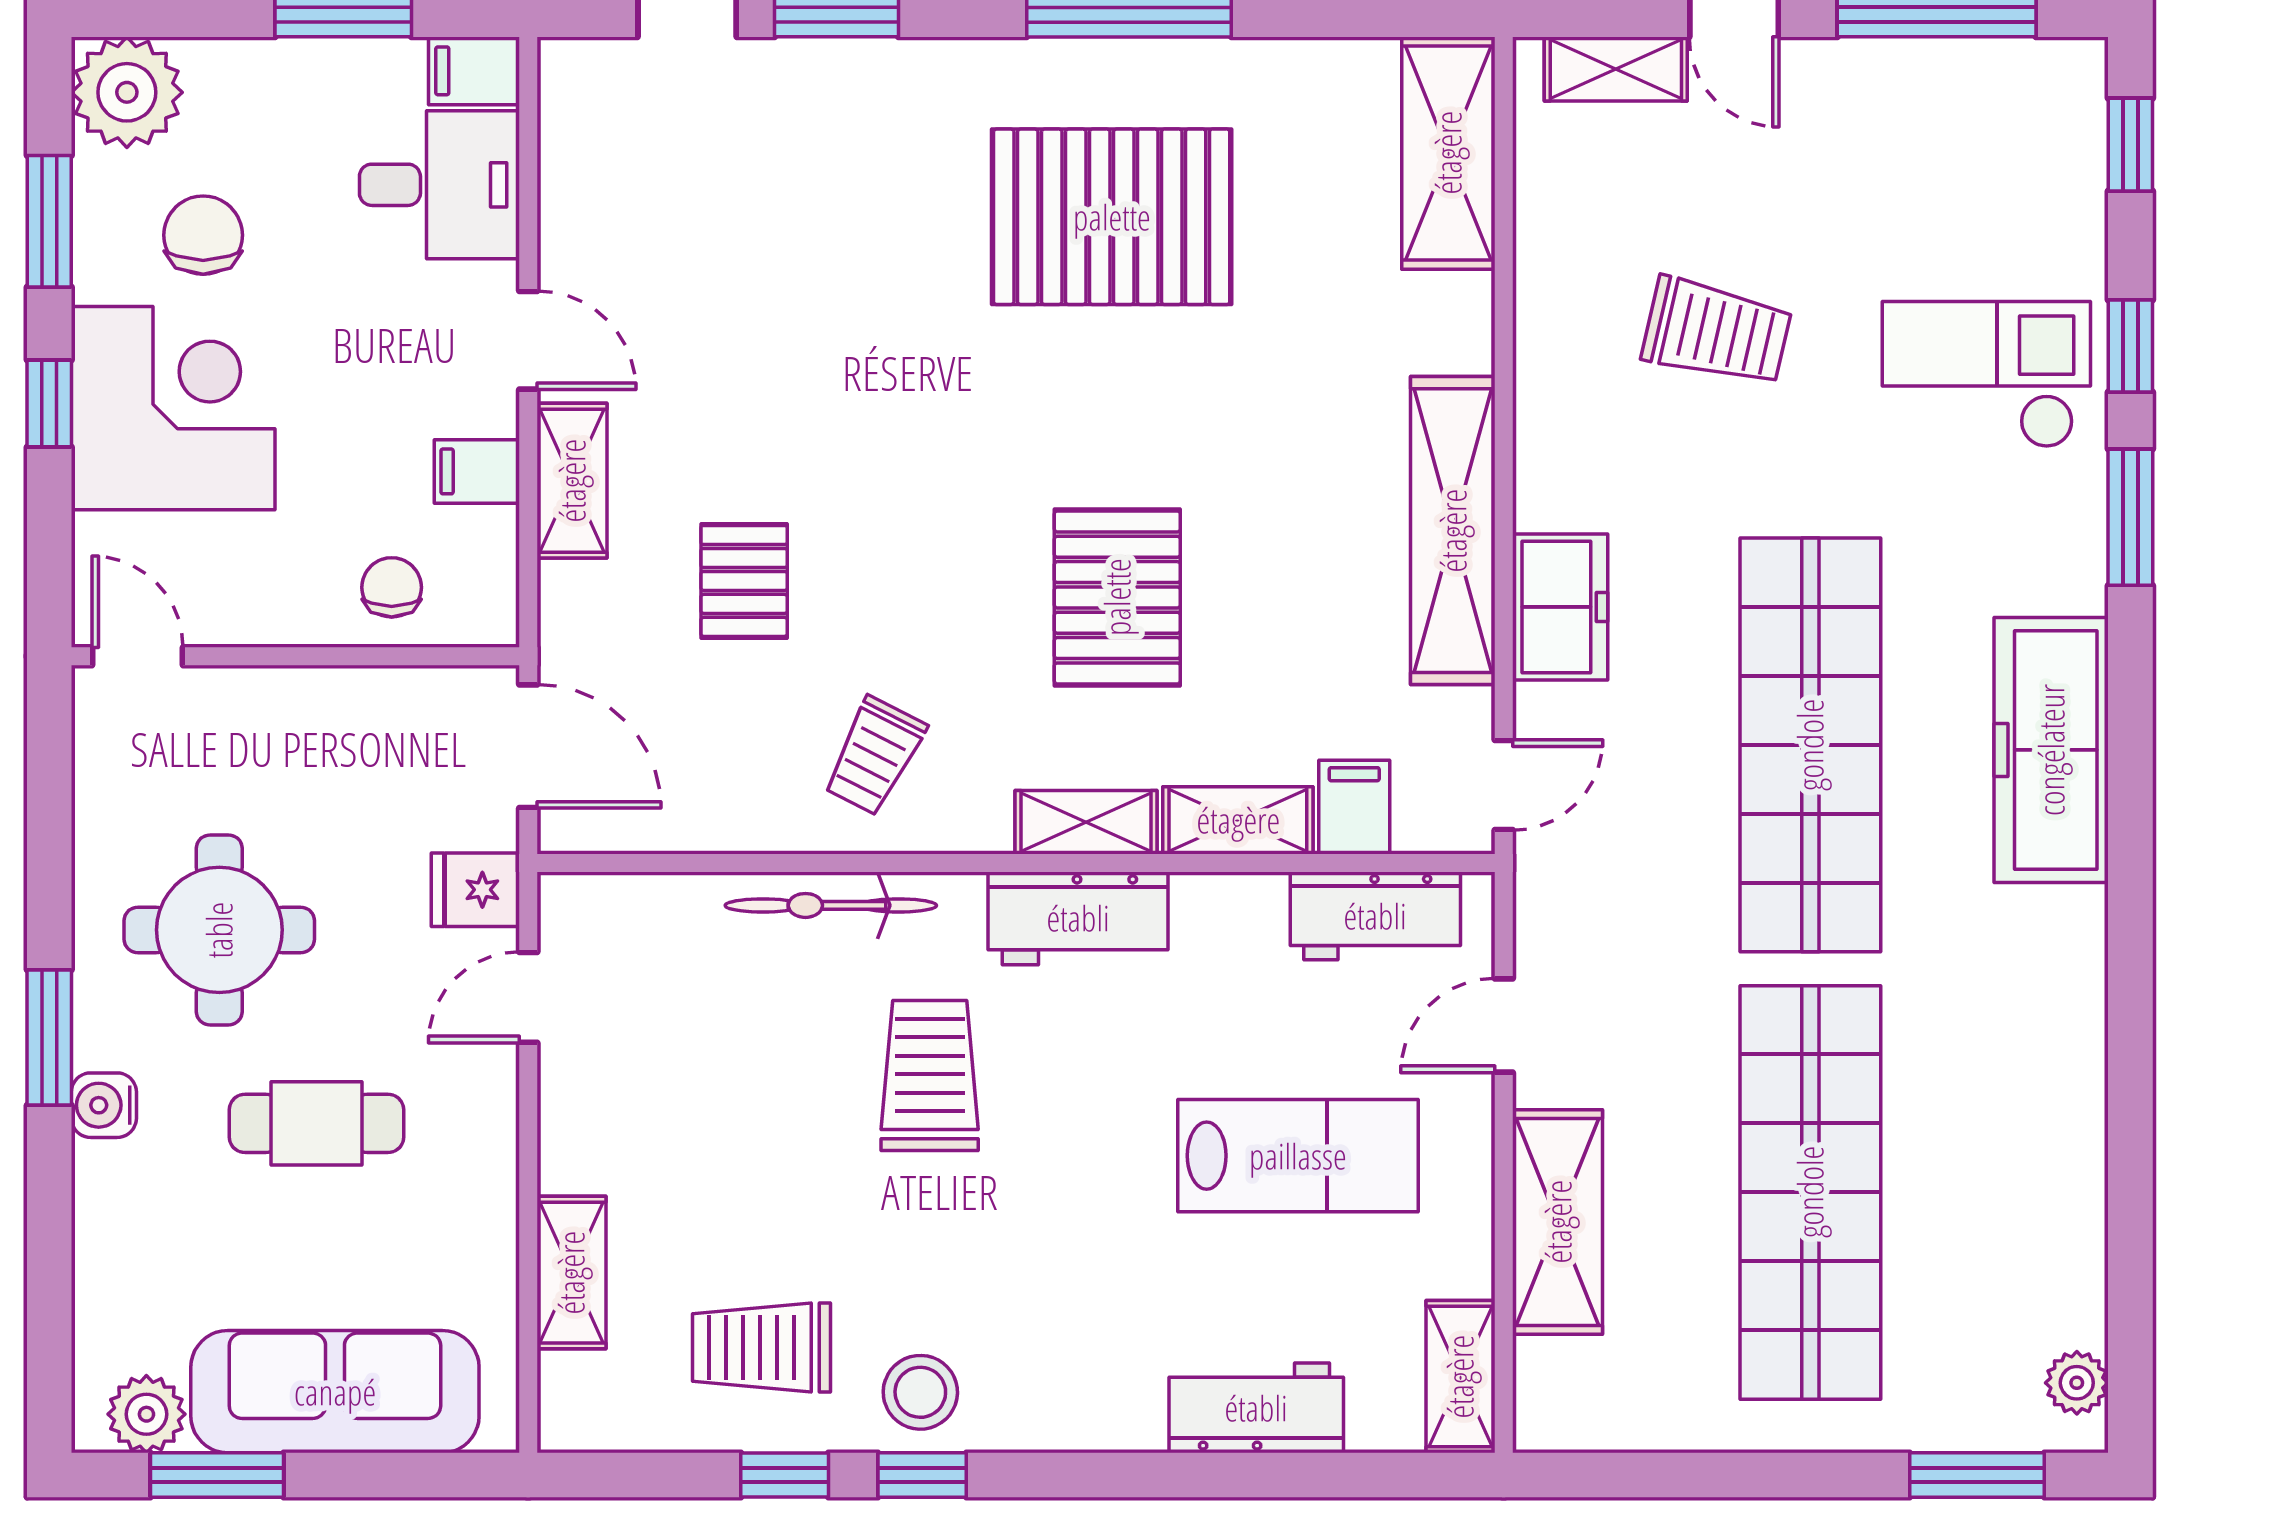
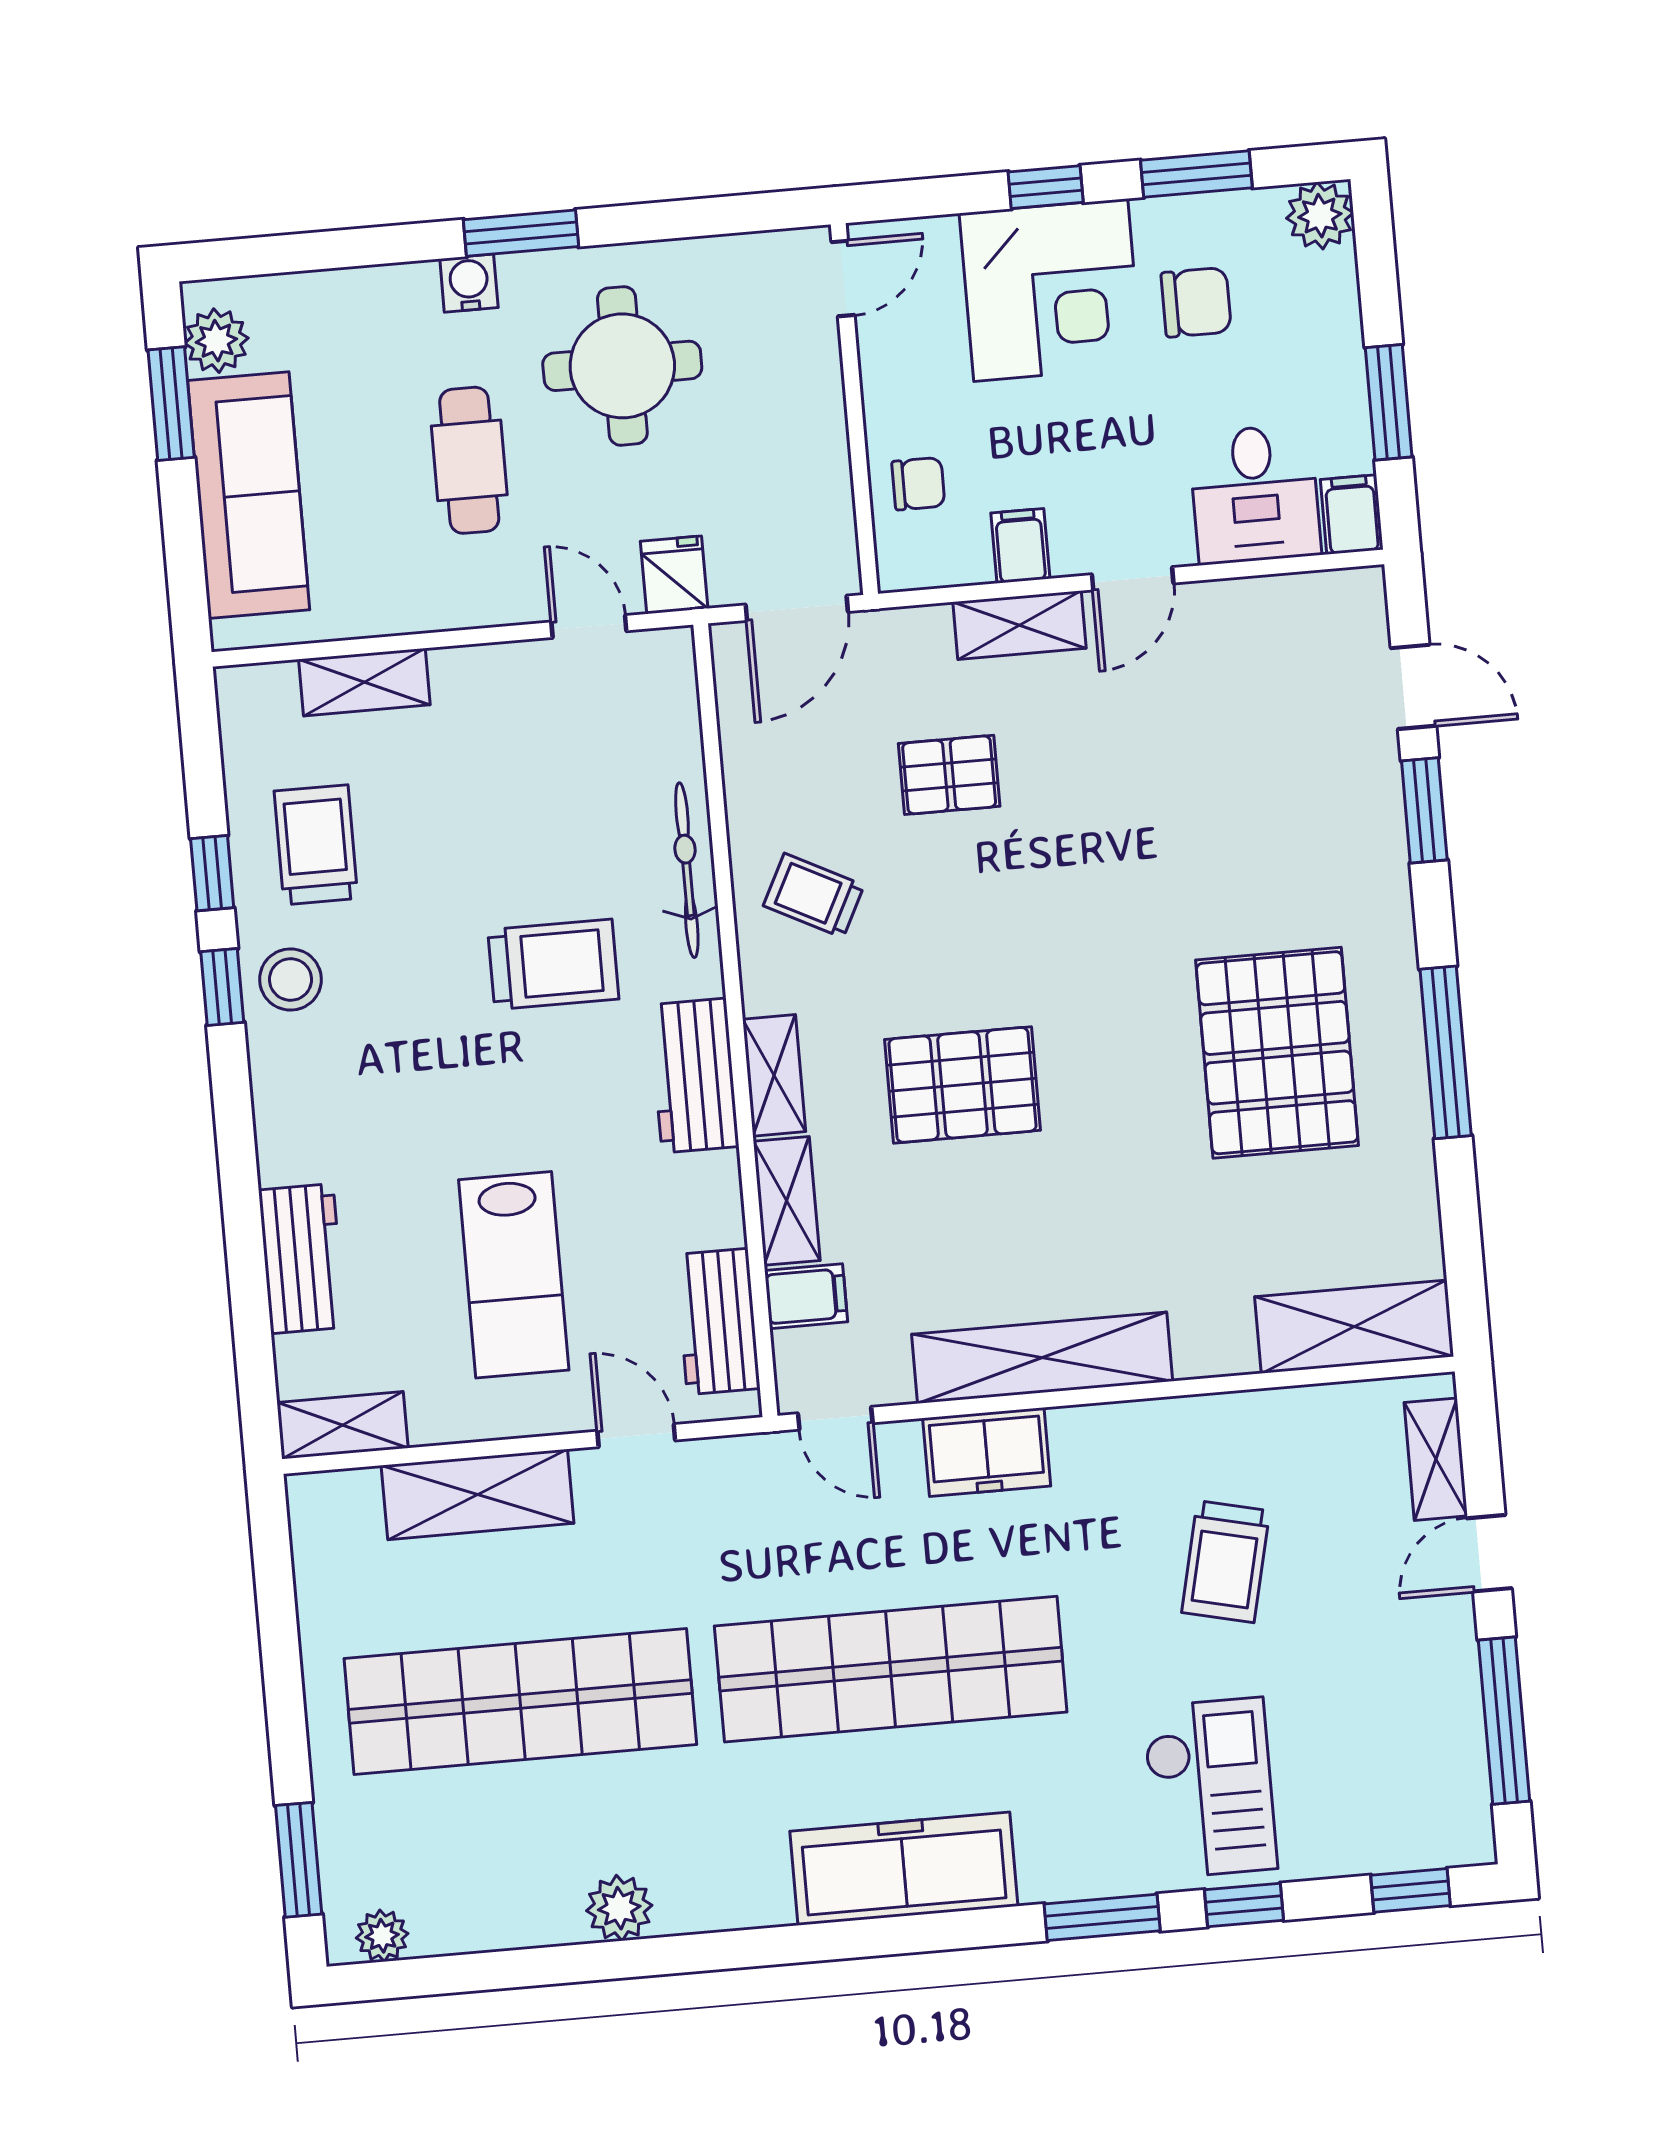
plant: (127, 92) -> (1320, 216), width x0.73, depth x0.73
plant: (2068, 1095) -> (619, 1908), added

